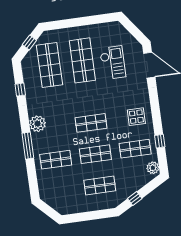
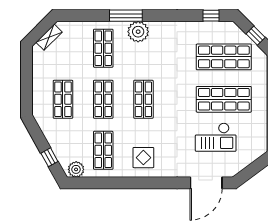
window: (20, 90) -> (211, 16), moved
plant: (38, 124) -> (138, 32), moved
window: (160, 141) -> (108, 183), removed
window: (135, 198) -> (49, 157), moved
shelving: (53, 203) -> (49, 37), added

